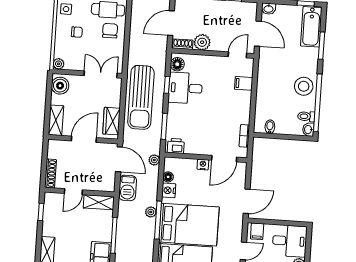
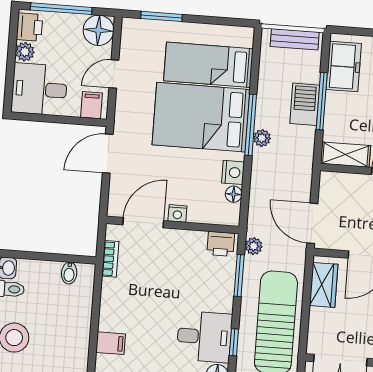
plant: (154, 160) -> (254, 246), moved
barbecue: (127, 188) -> (305, 104), moved

